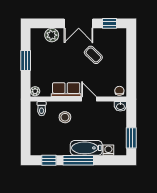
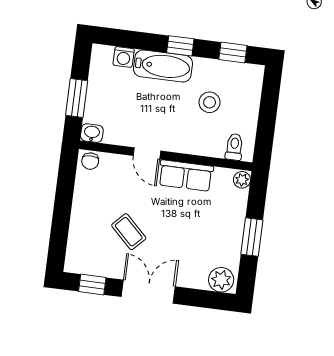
plant: (52, 35) -> (221, 280), moved
stool: (65, 117) -> (210, 102), moved
window: (131, 138) -> (77, 98), moved
window: (78, 160) -> (180, 46), width x0.46

